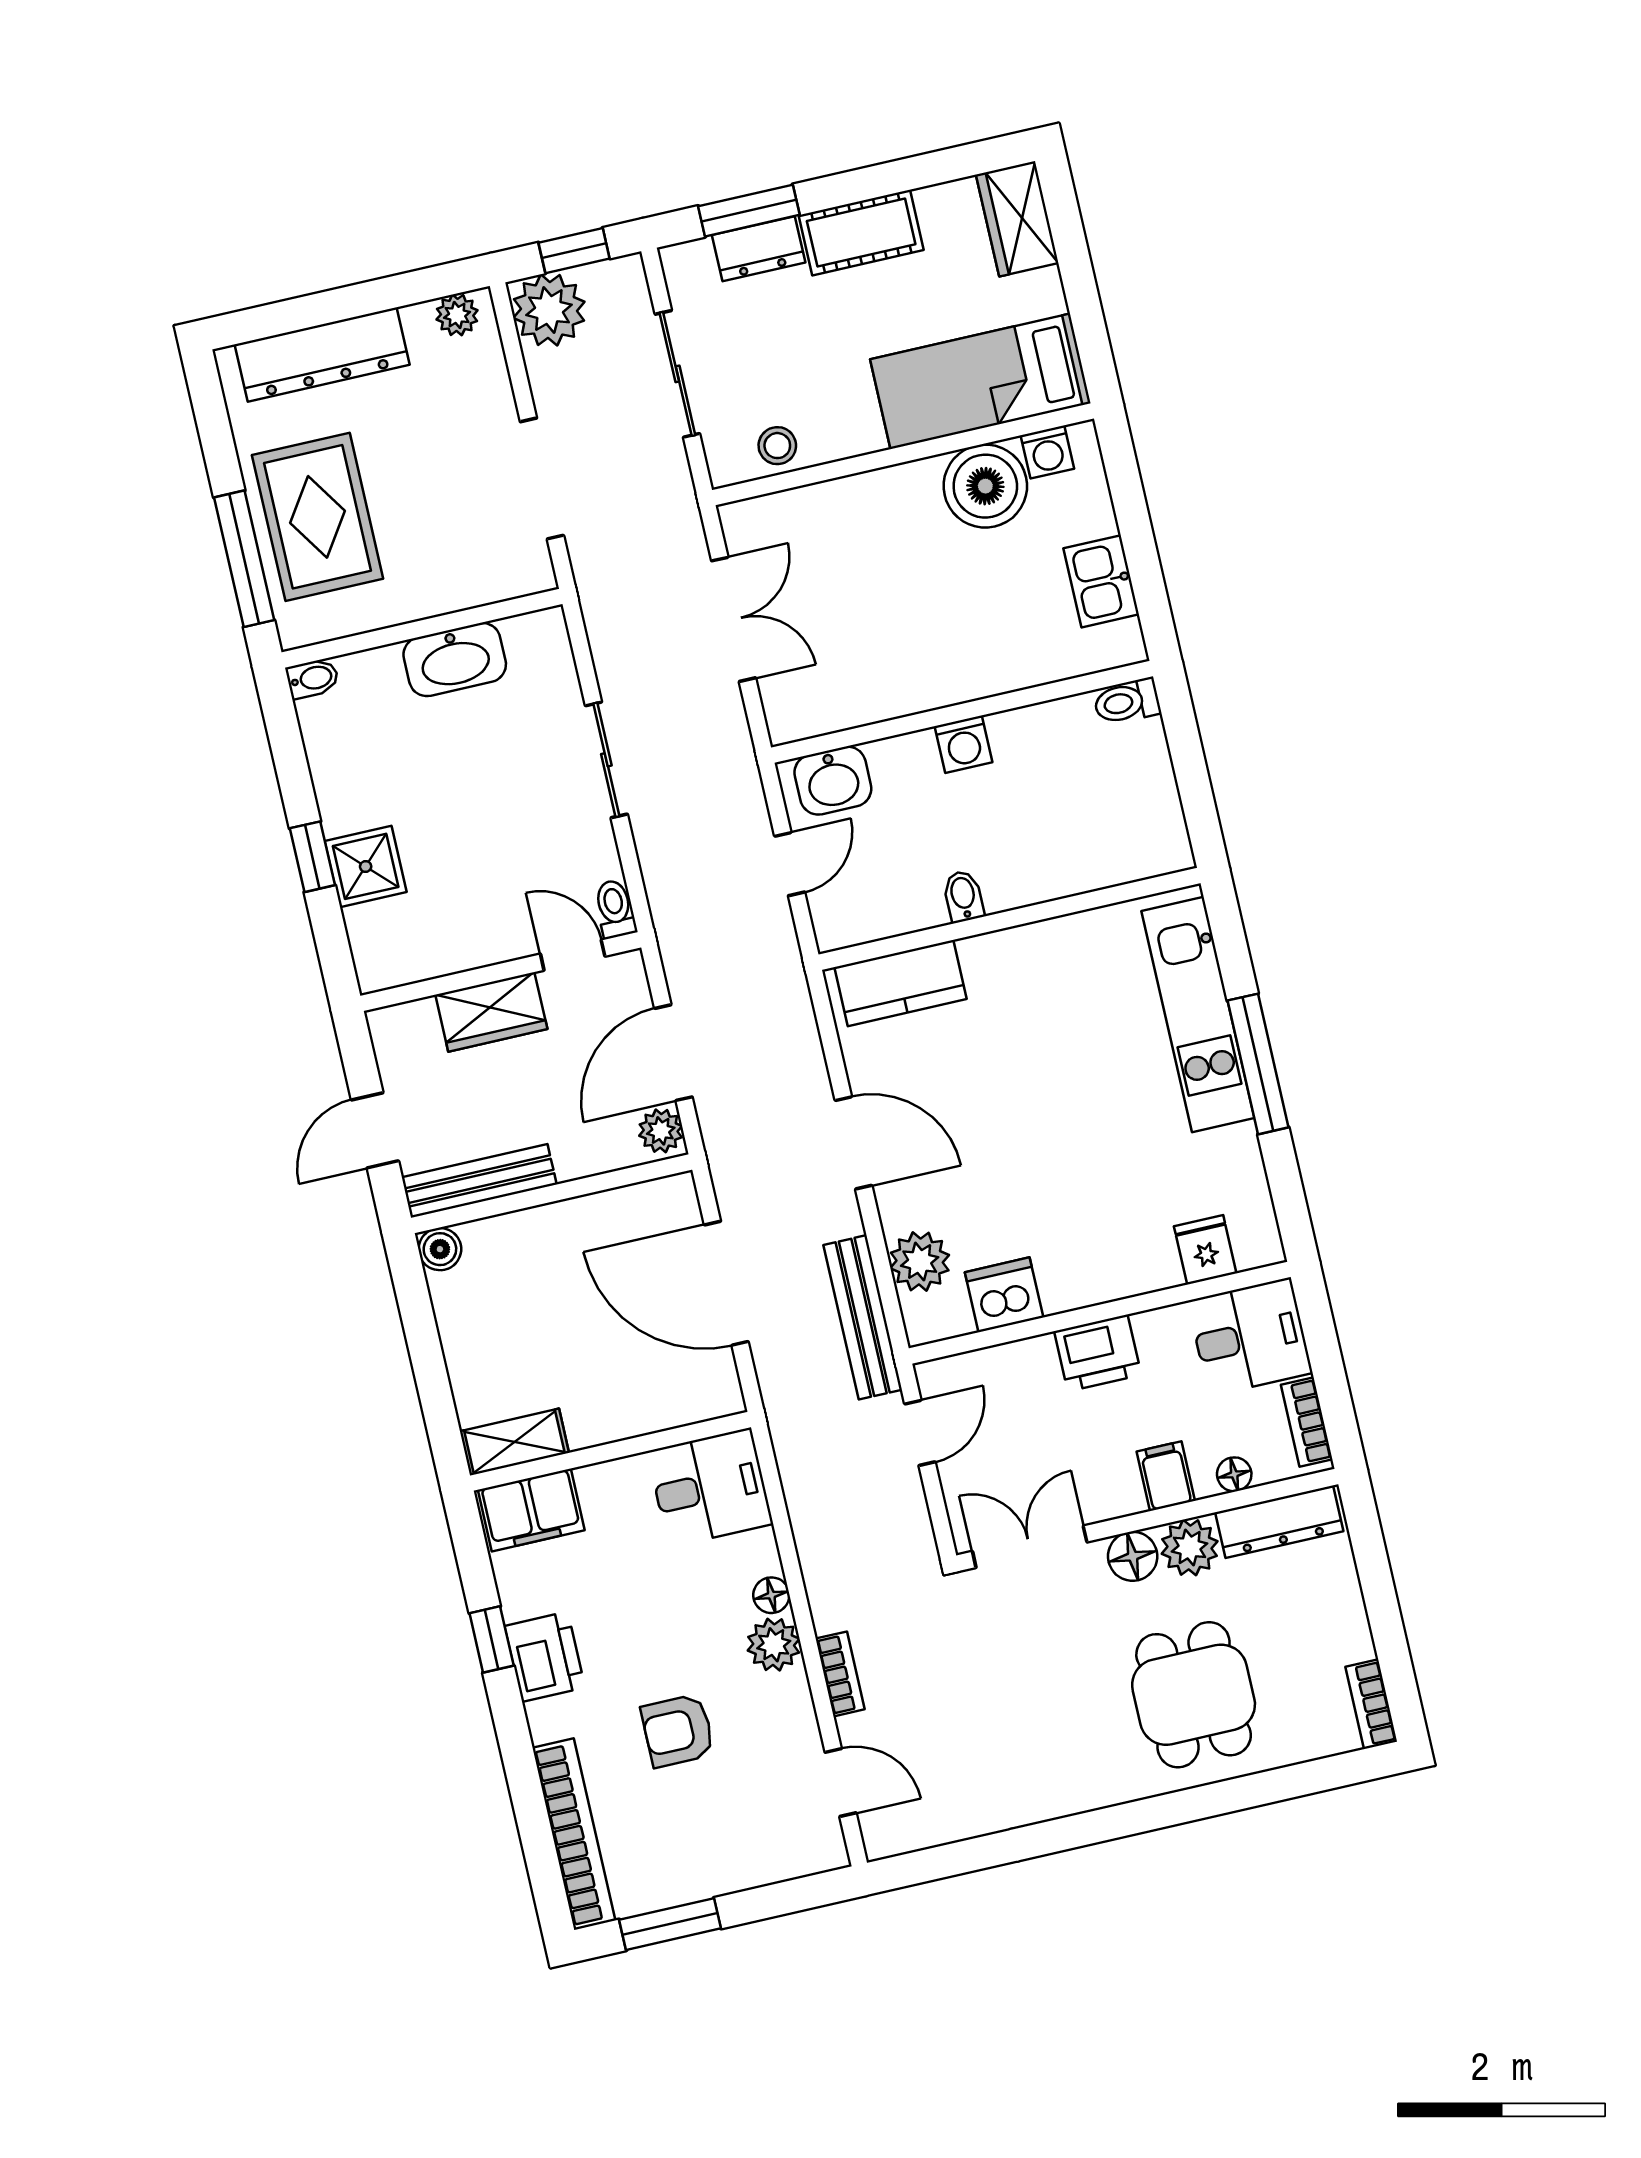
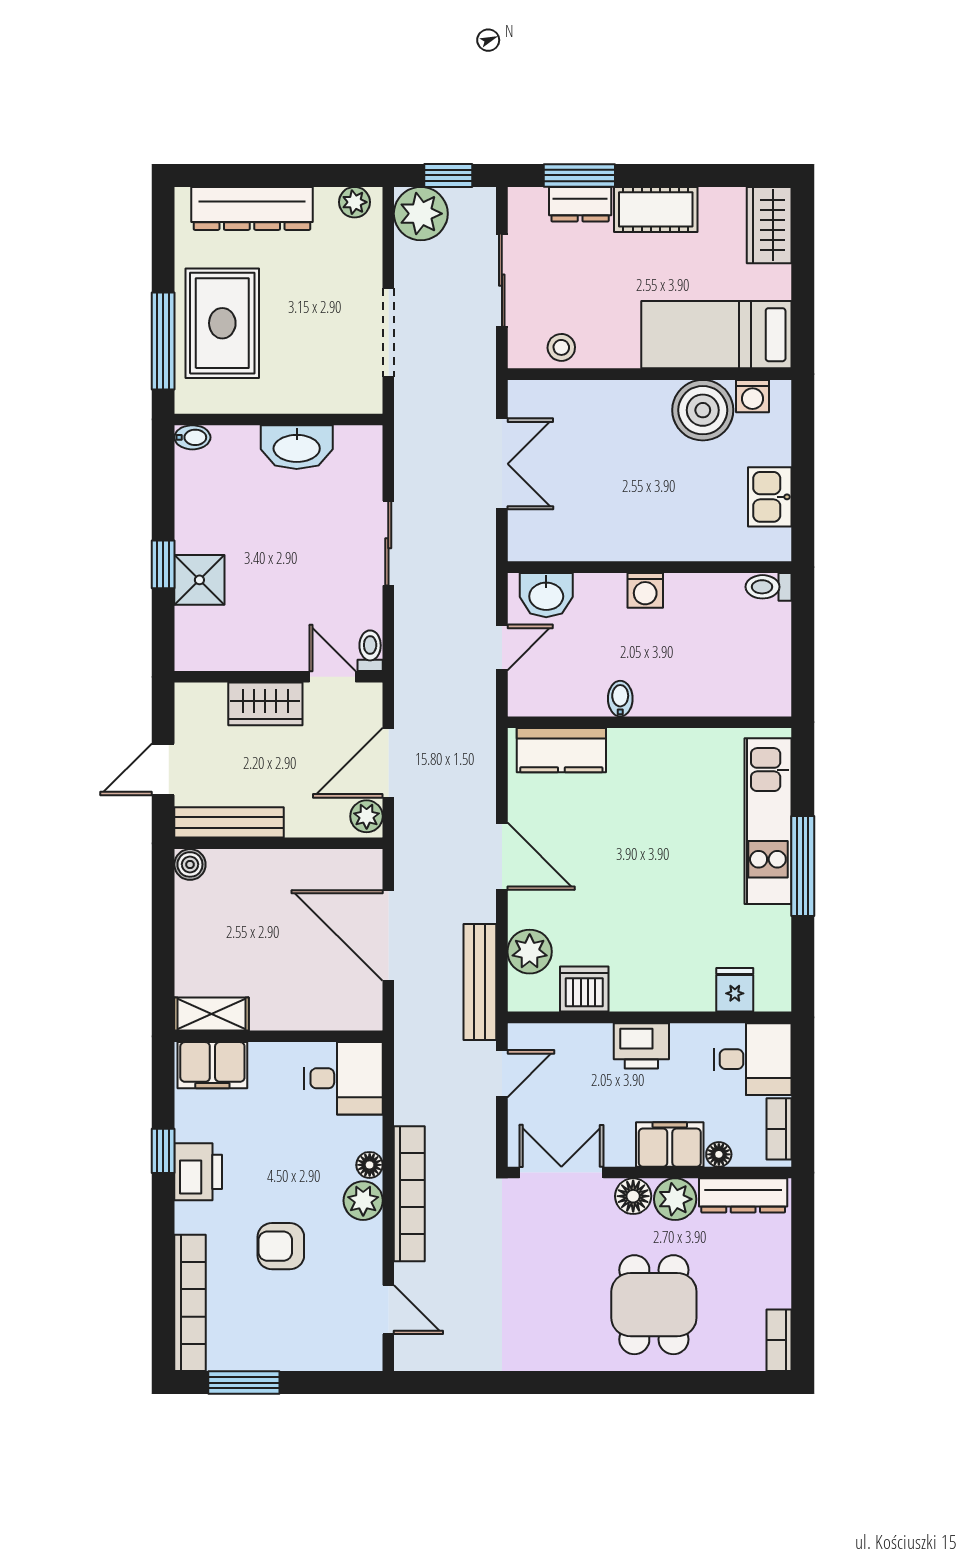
filing cabinet: (1166, 1476) -> (670, 1145), width x2.00
bookcase: (840, 1674) -> (409, 1194), width x2.31, depth x1.31

